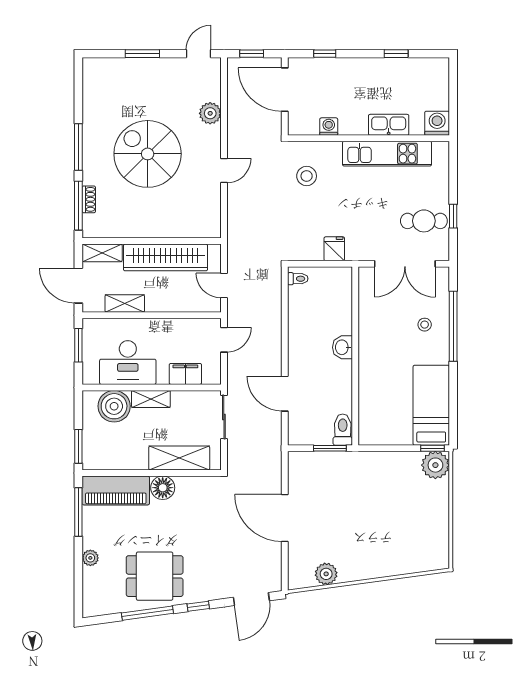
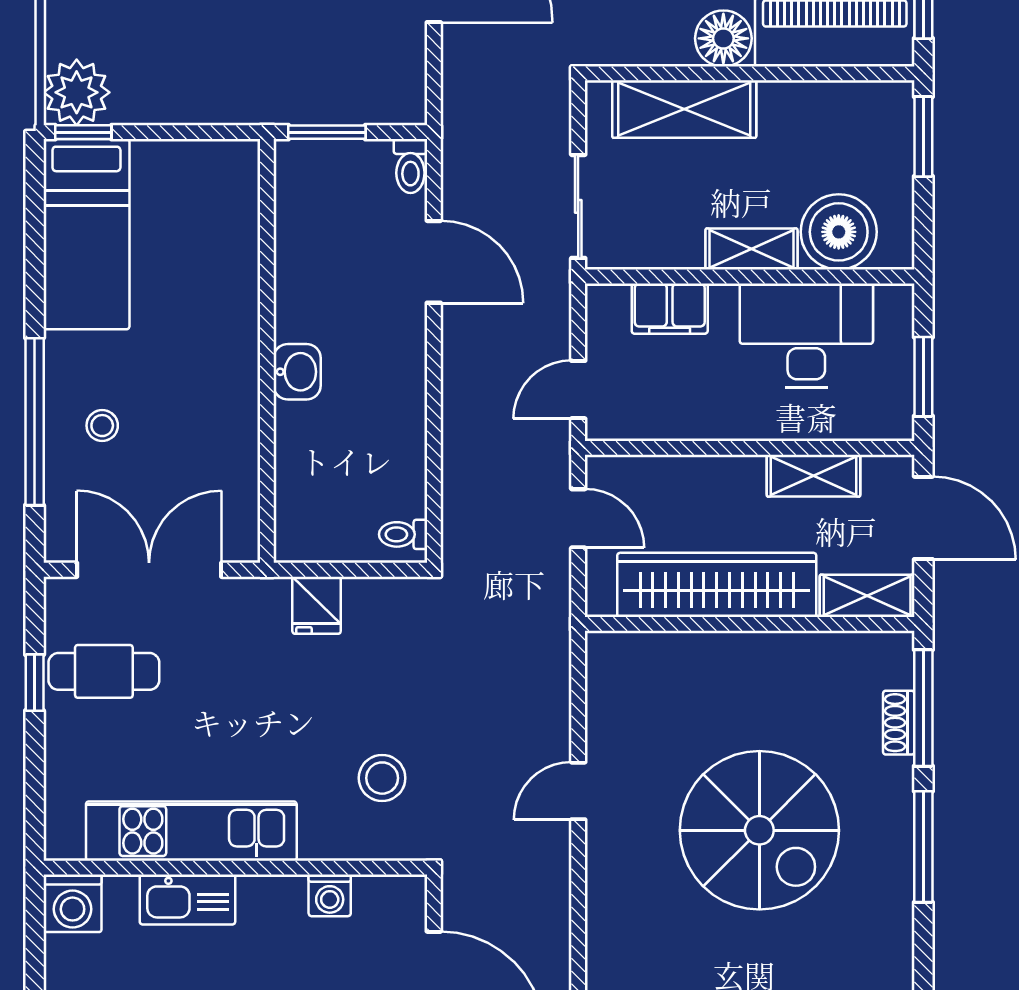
plant: (210, 113) -> (611, 927), removed
toilet: (343, 430) -> (410, 166), moved, width x0.73, depth x0.72

